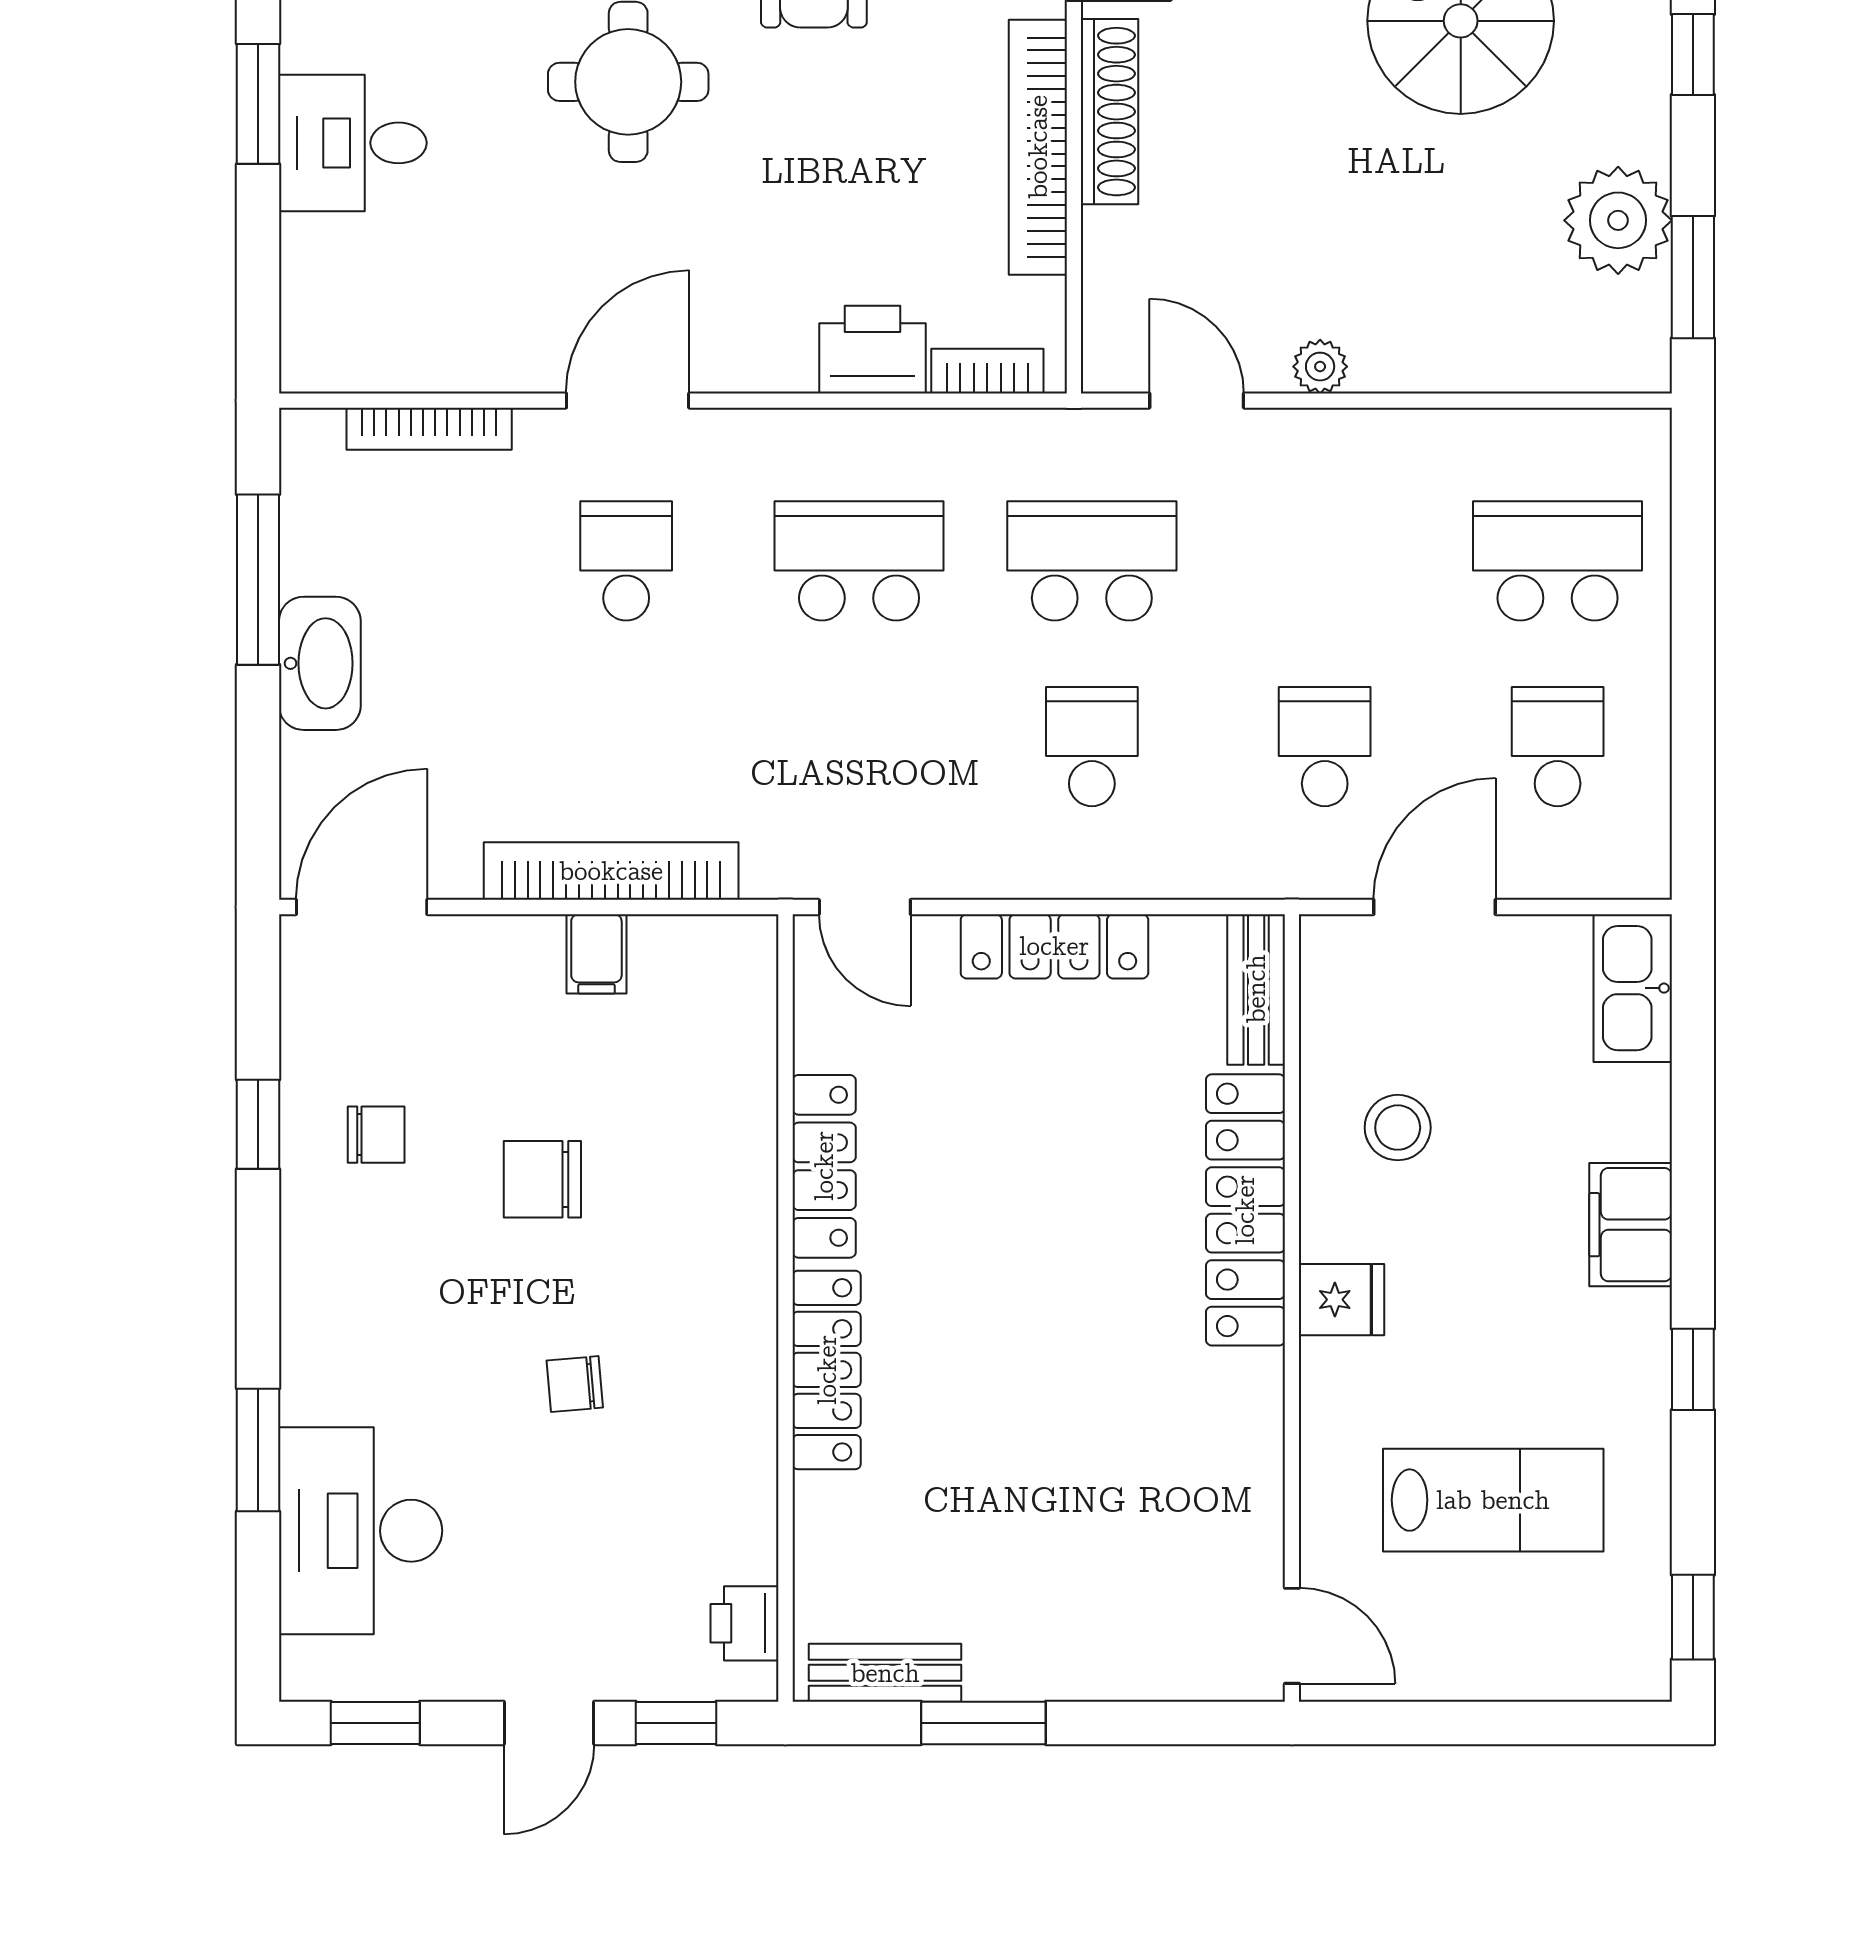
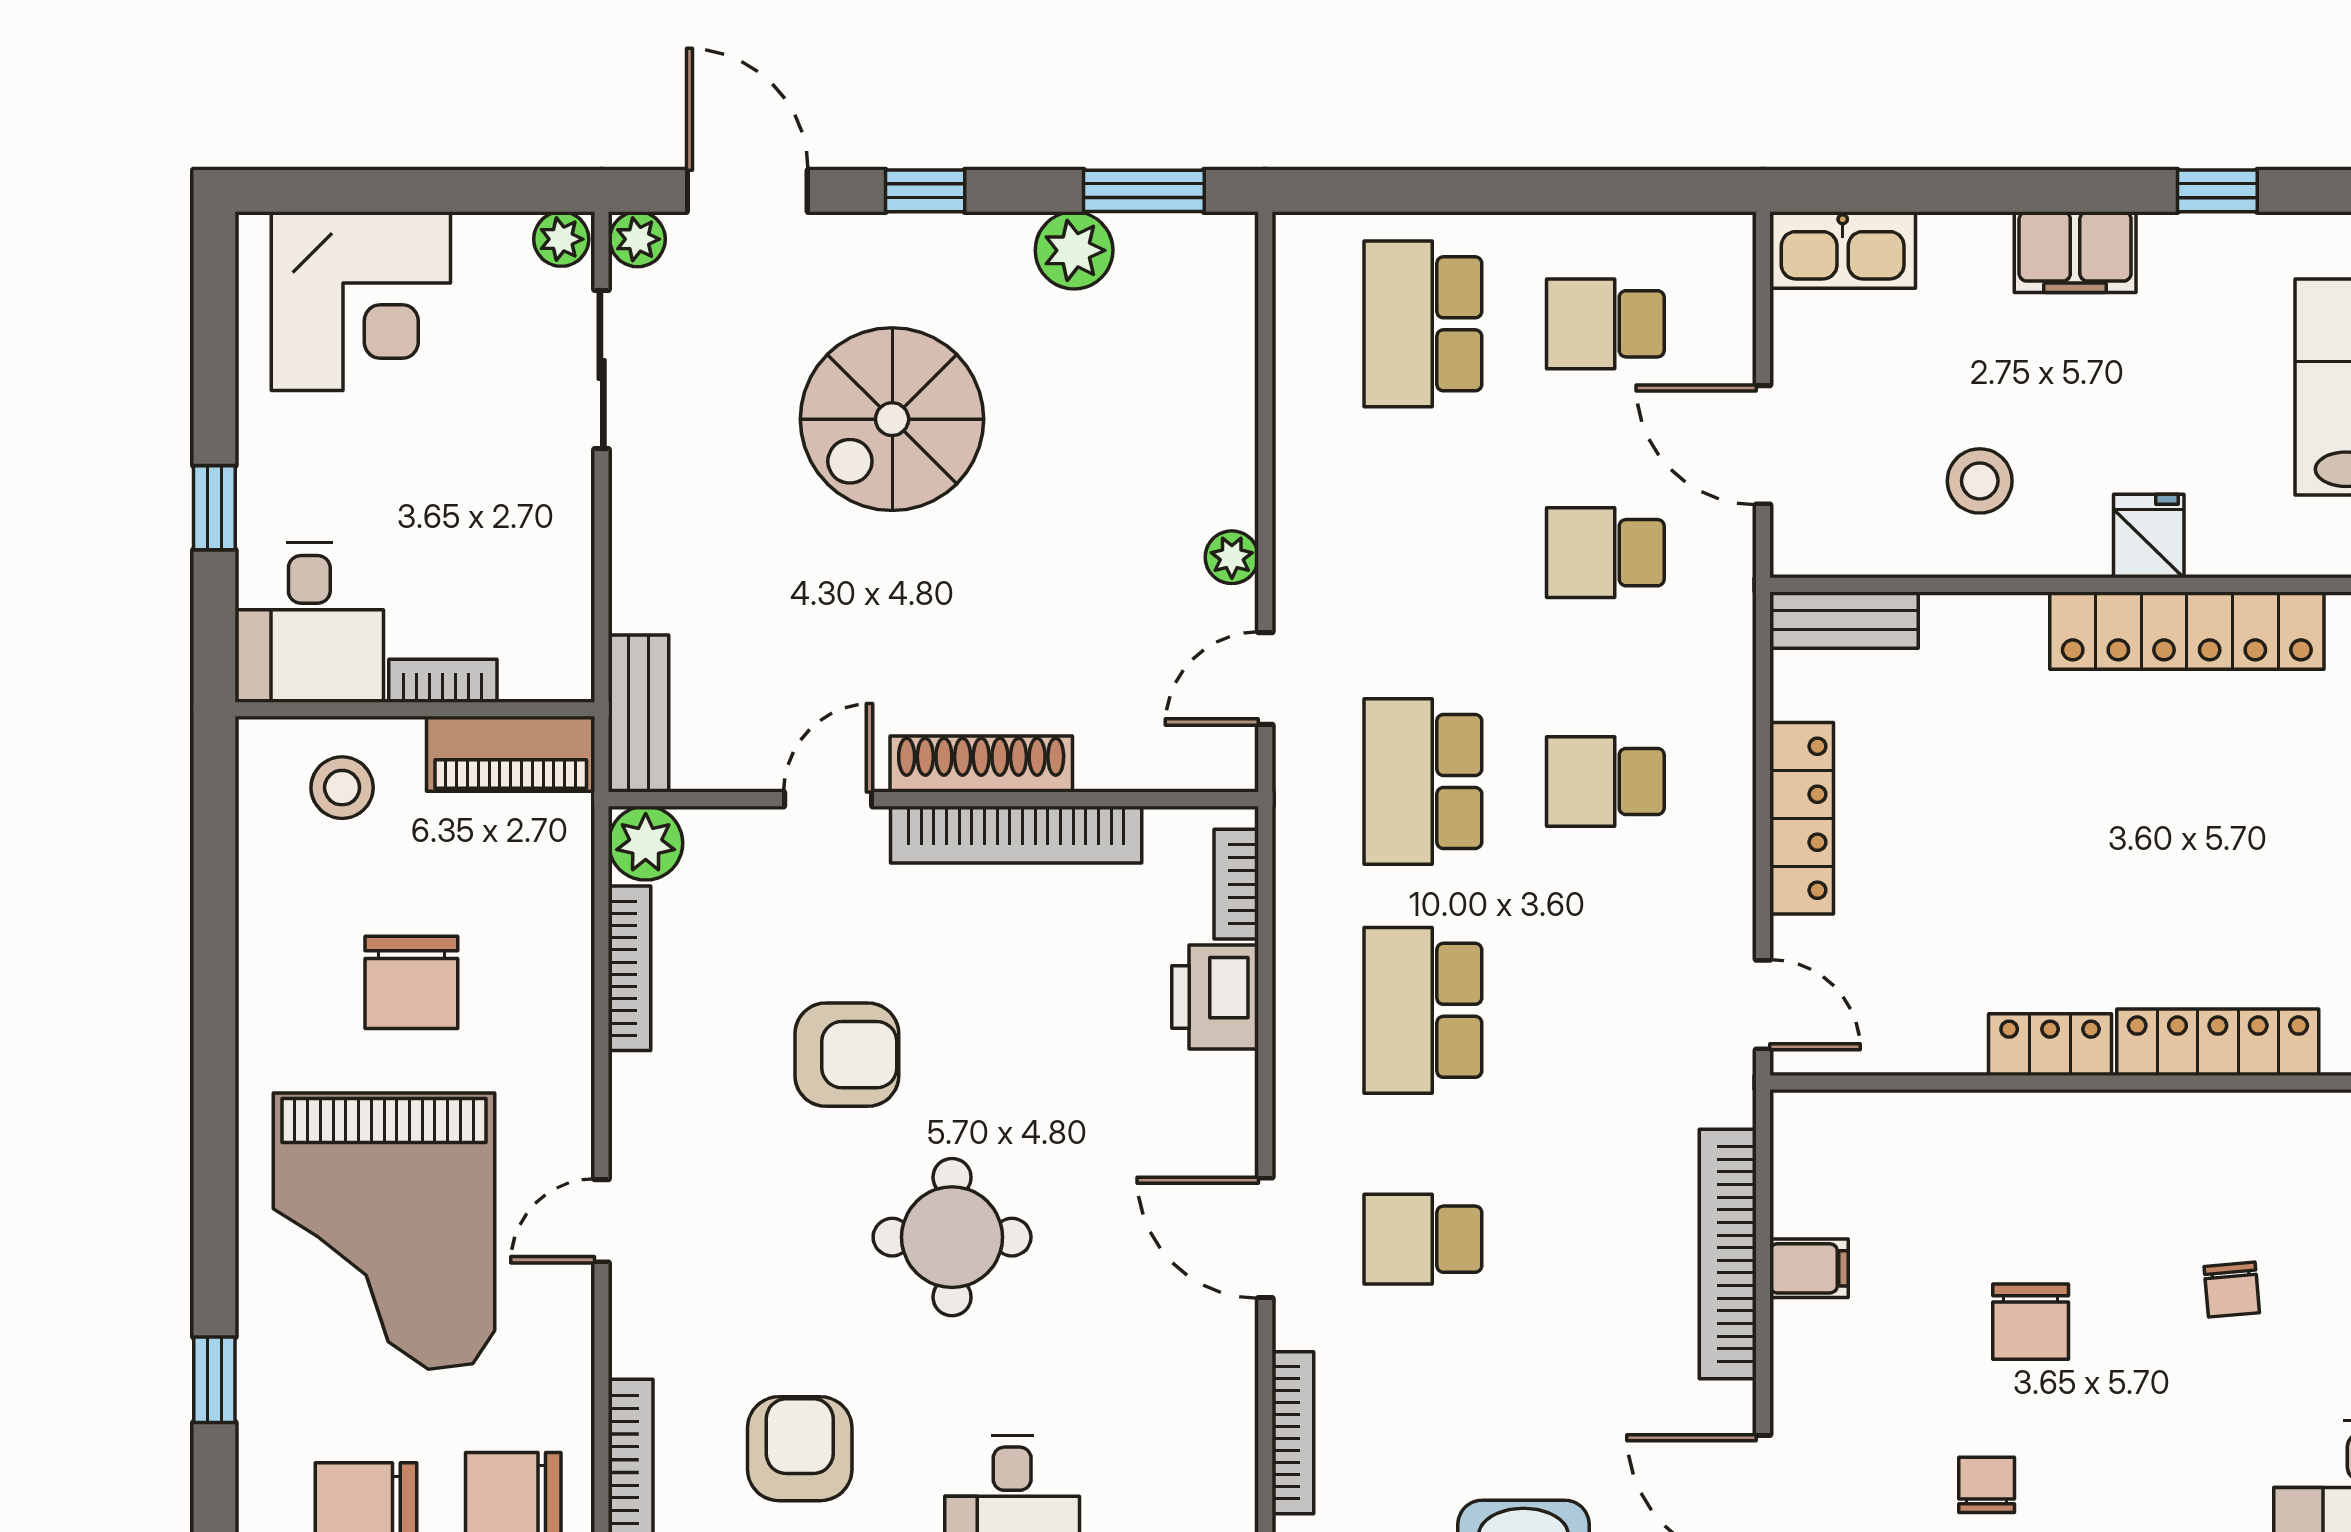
plant: (1618, 220) -> (1074, 250), width x0.73, depth x0.73
door: (865, 907) -> (1763, 1005), hinge flipped
locker: (824, 1166) -> (2050, 1045), width x0.66
locker: (1245, 1210) -> (2187, 631), moved

